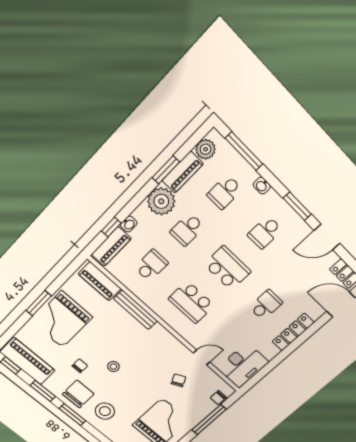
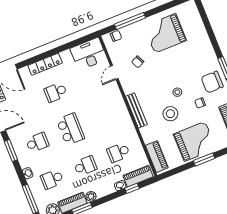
school desk: (225, 192) -> (52, 179), turned 180
plant: (161, 201) -> (91, 196), width x0.53, depth x0.53
school desk: (227, 268) -> (70, 129), turned 180
school desk: (192, 302) -> (104, 116), removed
bench: (136, 310) -> (136, 110), moved
door: (202, 358) -> (114, 72), hinge flipped
stool: (105, 411) -> (170, 114), moved

